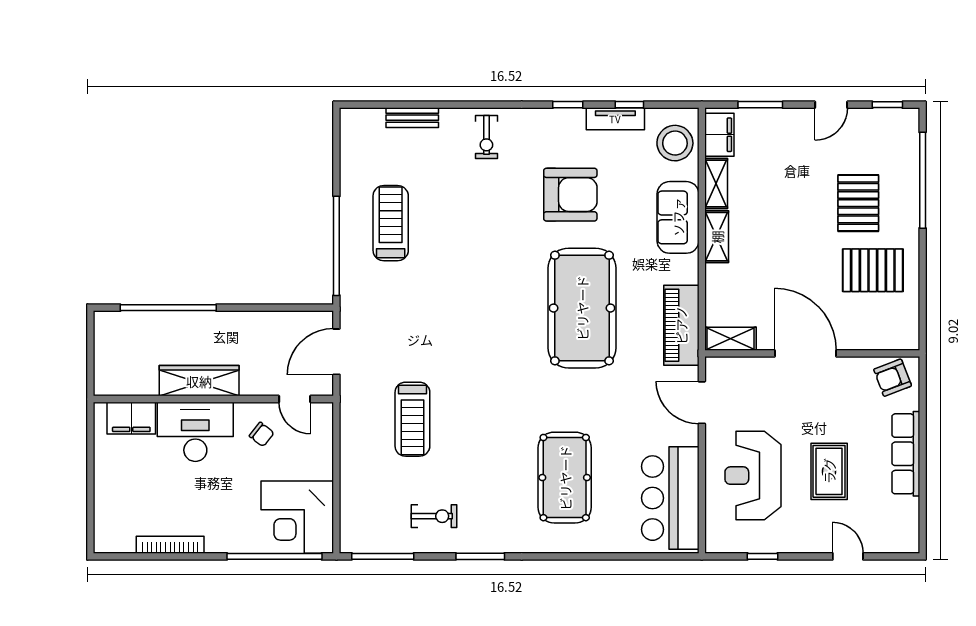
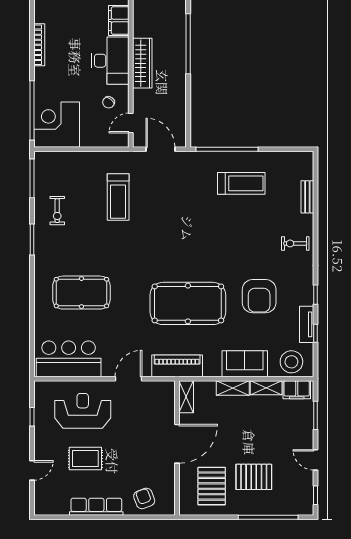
shelving: (731, 339) -> (186, 397), moved
door: (805, 353) -> (177, 444), moved
wall: (812, 353) -> (177, 448), moved
treadmill: (412, 419) -> (118, 197), turned -90

